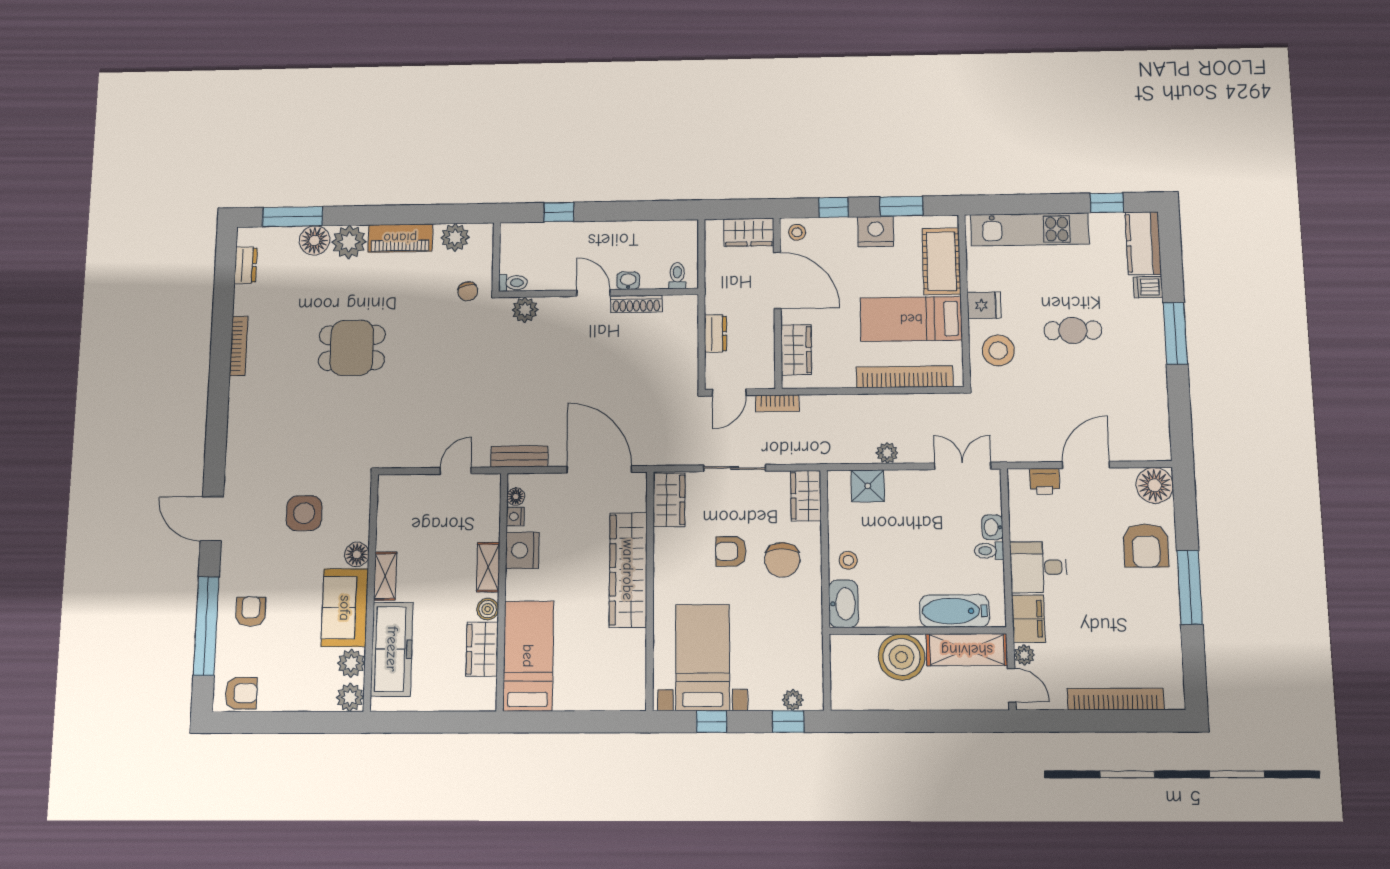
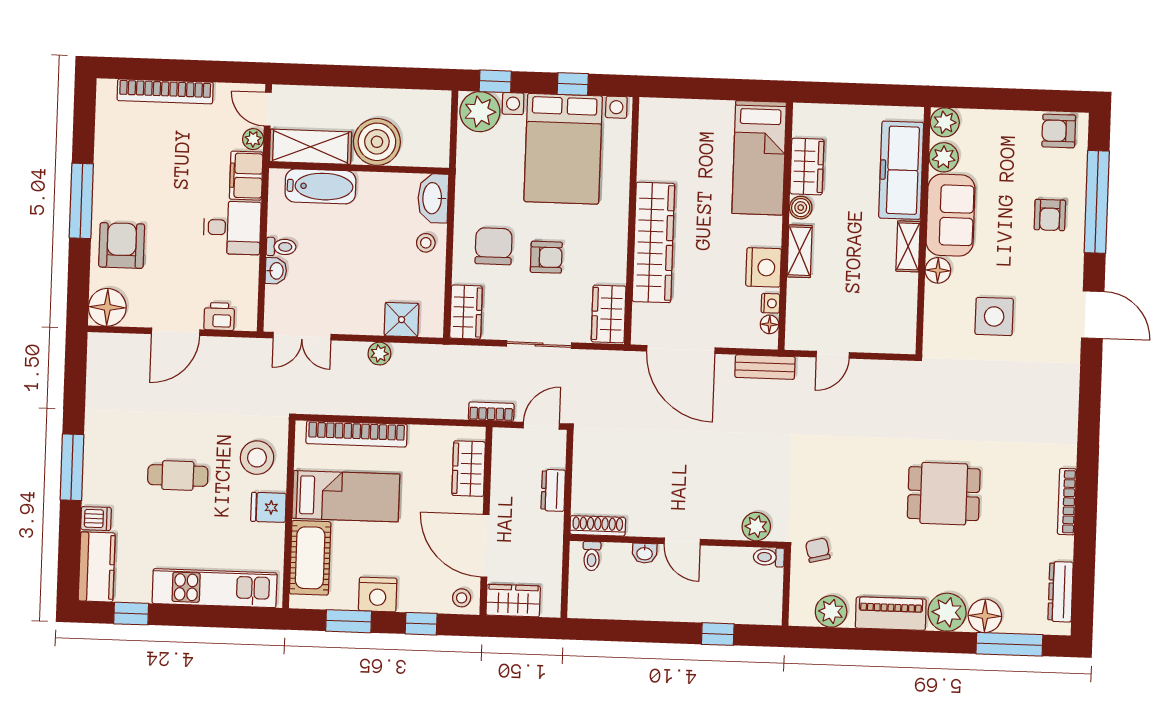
dresser: (246, 265) -> (1061, 592), width x1.44
shoe rack: (636, 304) -> (598, 526), moved
bed with nightstands: (703, 657) -> (563, 149), width x1.36
plant: (793, 700) -> (480, 112), width x1.87, depth x1.87

